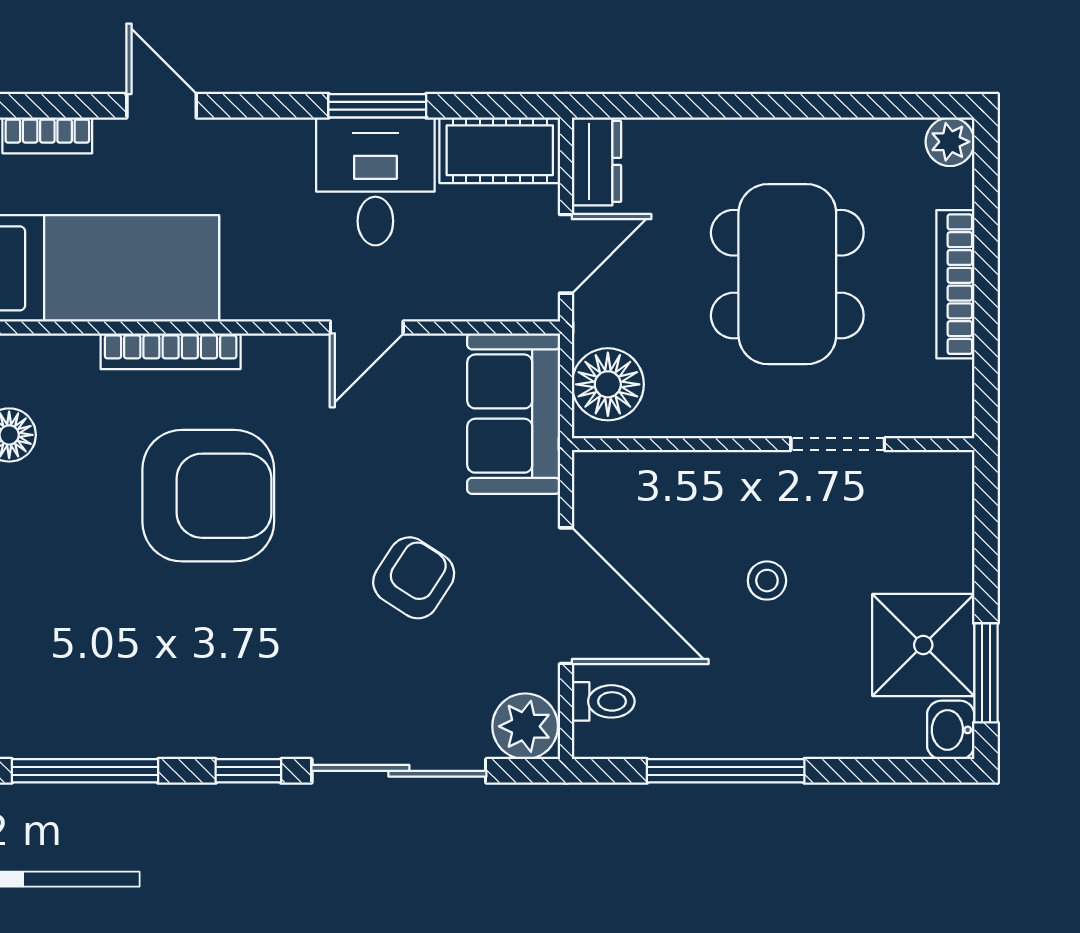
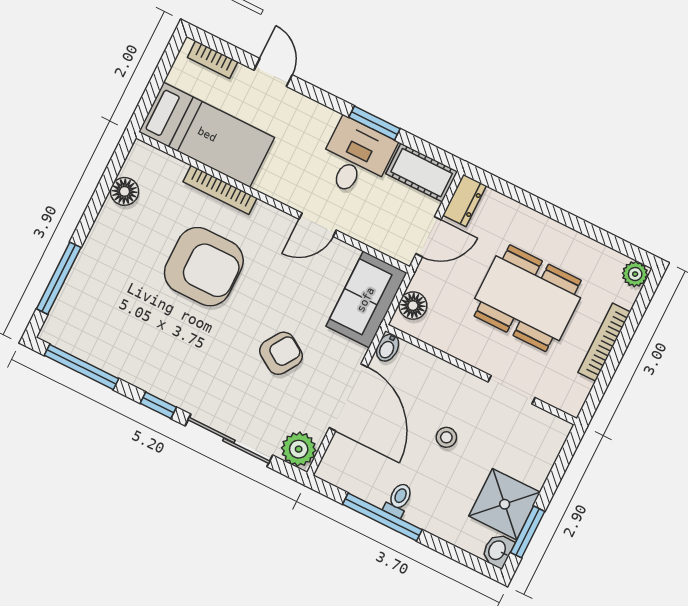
dining table: (787, 274) -> (528, 298), turned 90
floor lamp: (608, 384) -> (413, 306), width x0.73, depth x0.73
bidet: (590, 477) -> (388, 348), added
toilet: (603, 701) -> (399, 500), moved, turned -90

